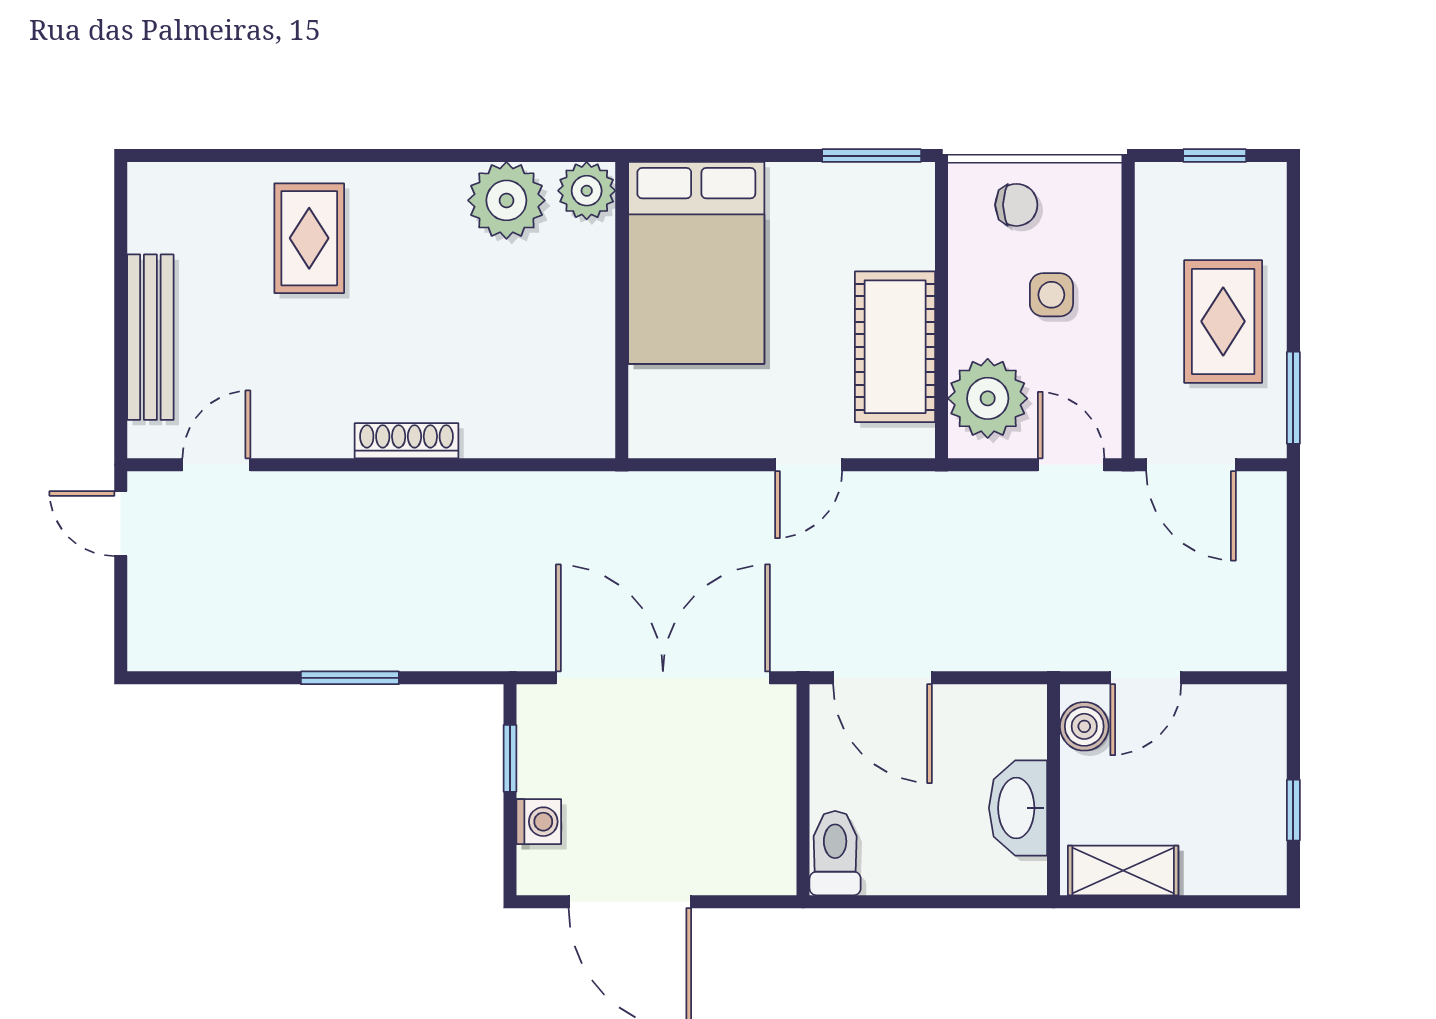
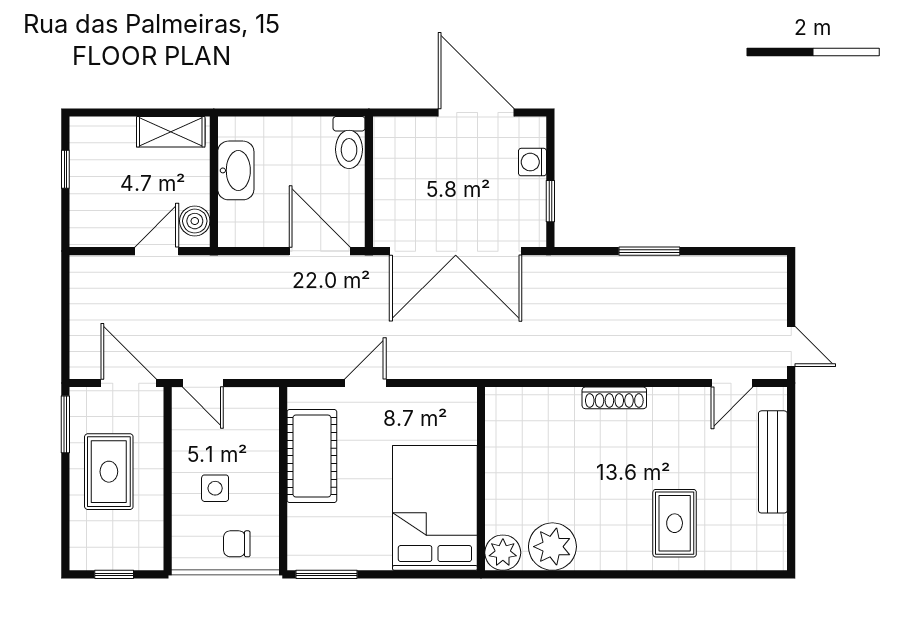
plant: (988, 398) -> (255, 424), removed

